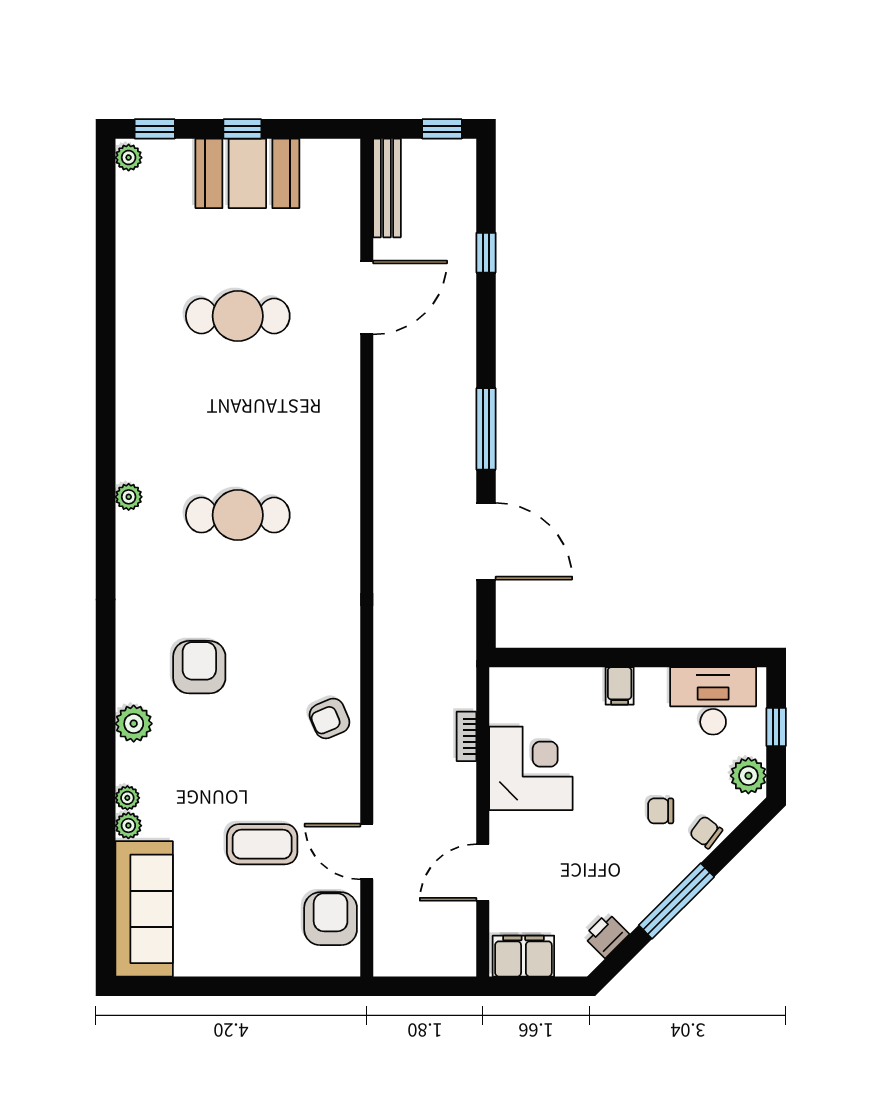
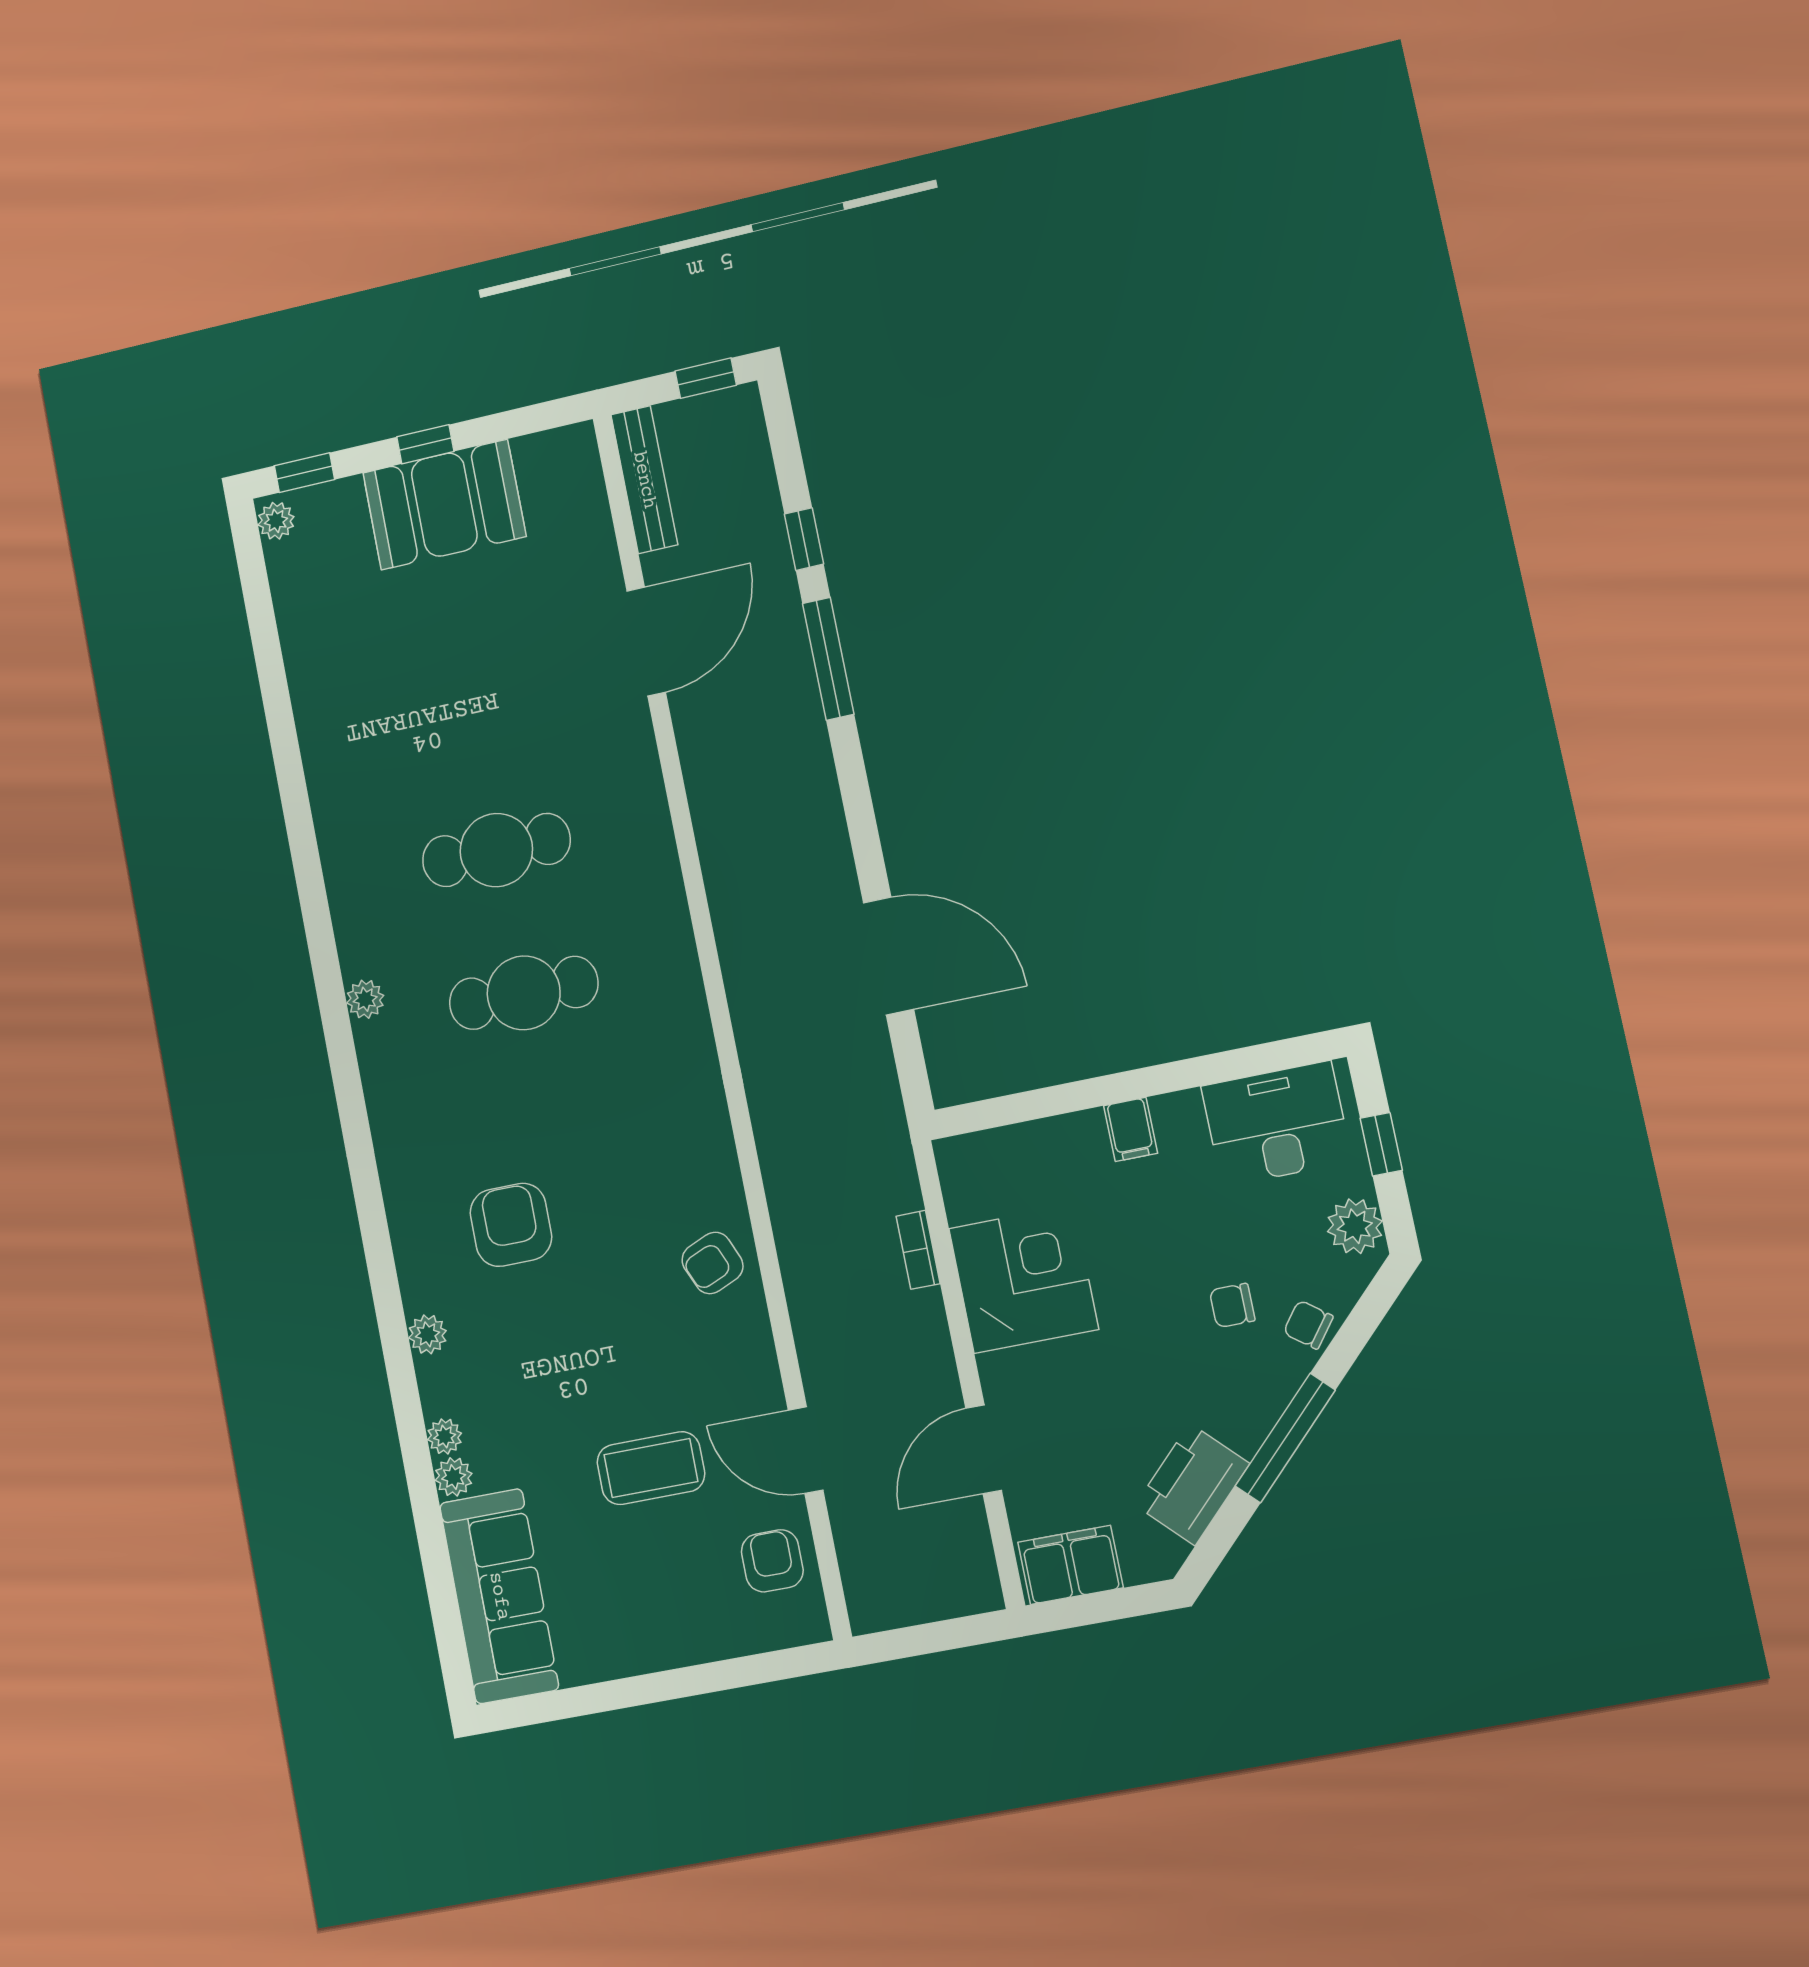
cafe table: (238, 316) -> (496, 850), moved
window: (486, 429) -> (828, 659), moved
plant: (134, 724) -> (428, 1334), width x0.73, depth x0.73
armchair: (331, 919) -> (772, 1561), width x0.72, depth x0.72
printer: (606, 935) -> (1192, 1484), width x1.87, depth x1.48

